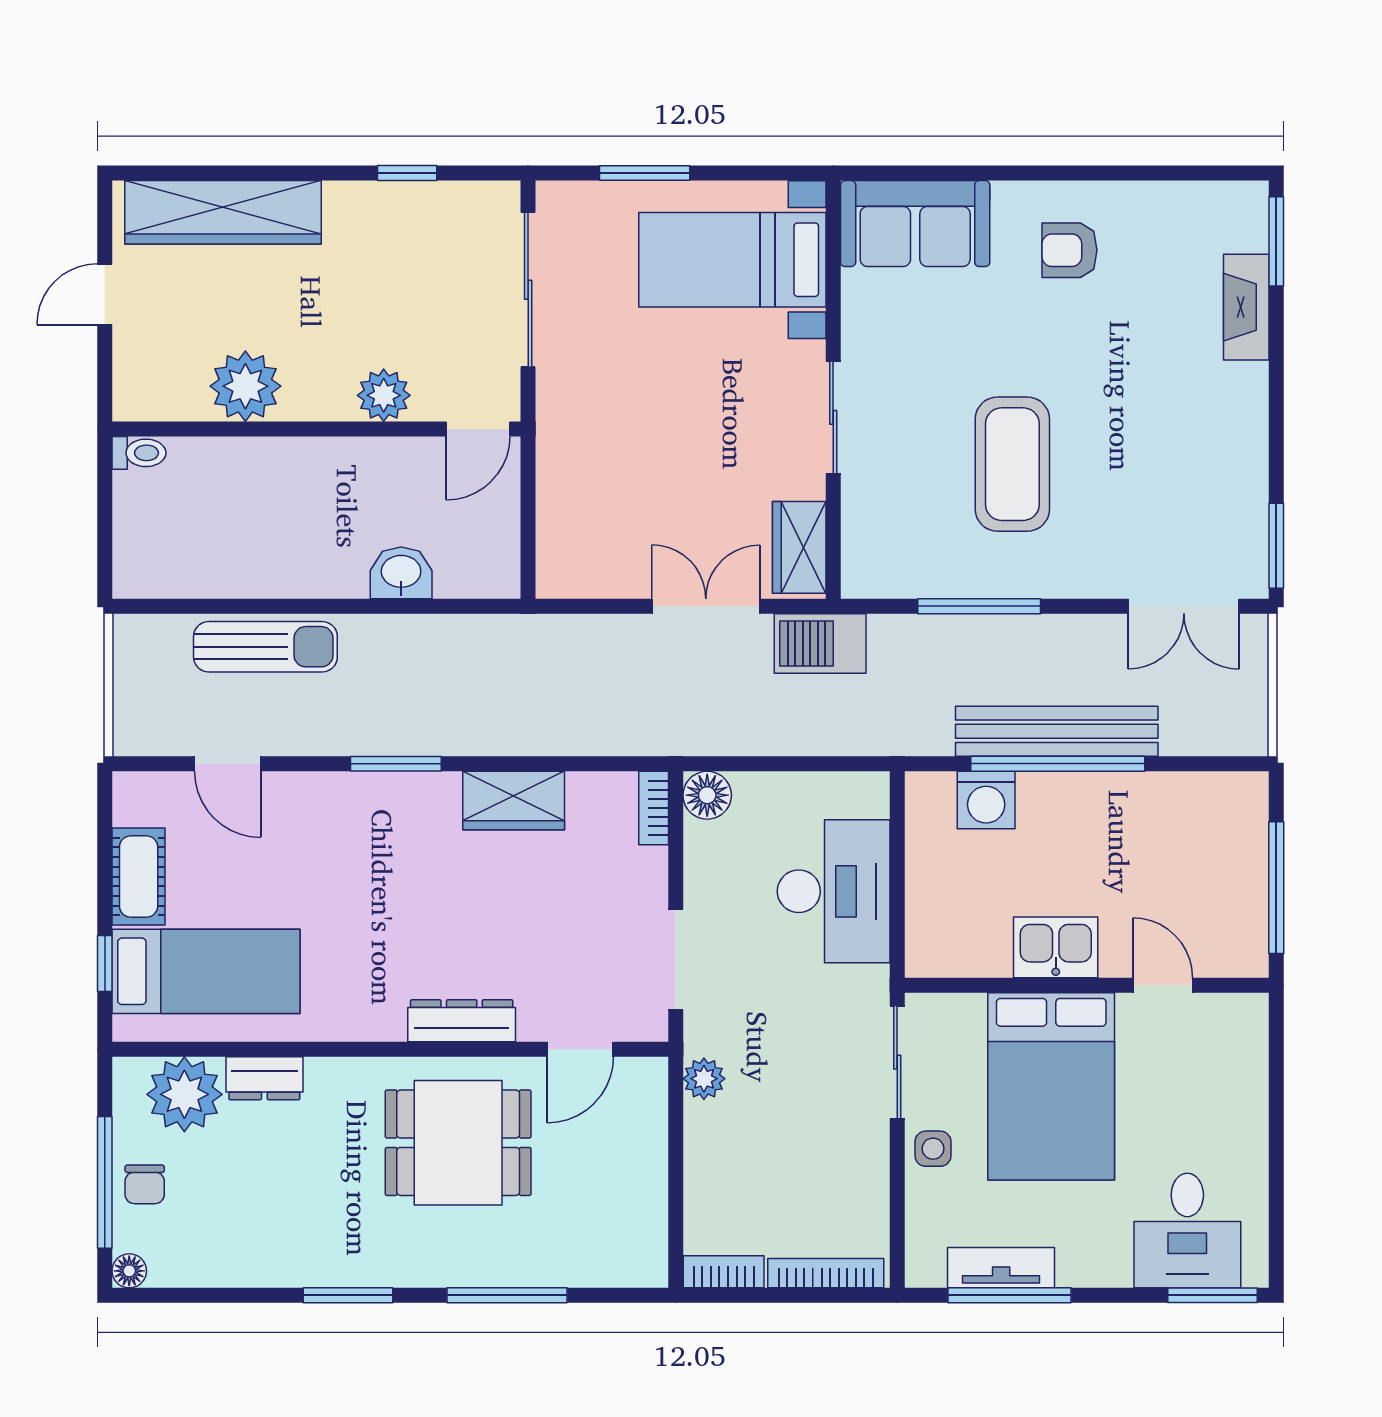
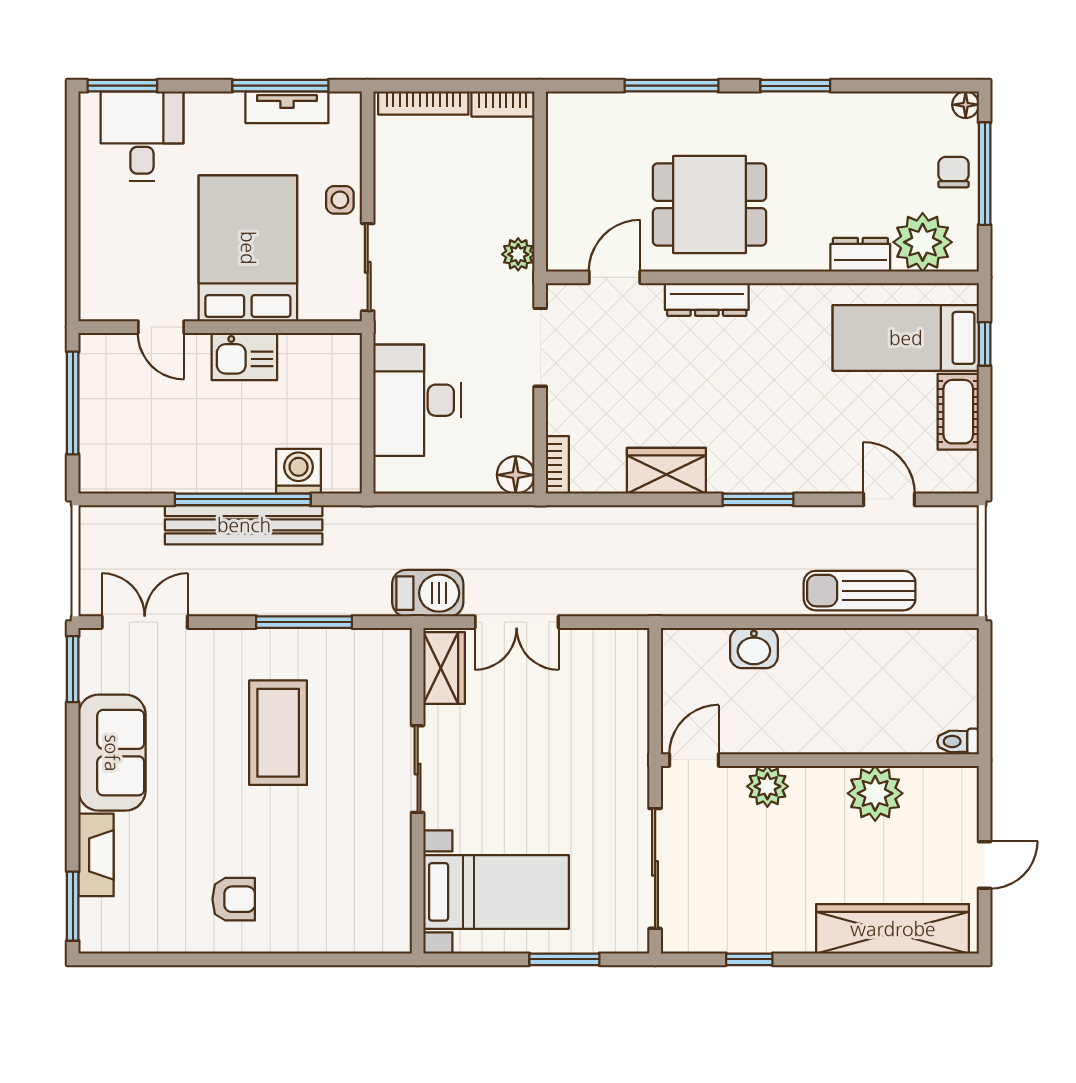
sofa: (915, 224) -> (112, 753), moved, turned 90

